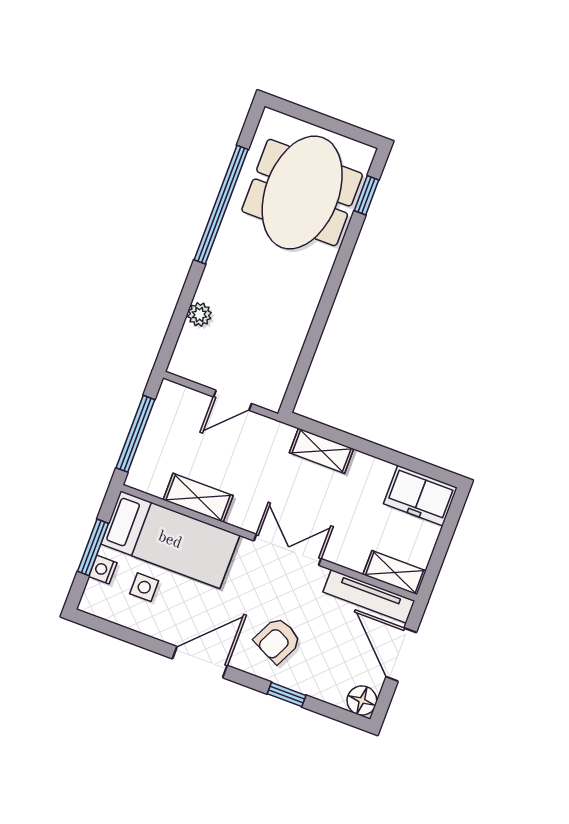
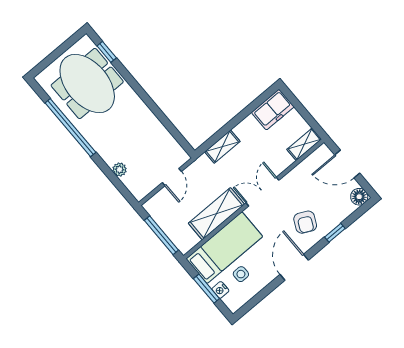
shelving: (198, 498) -> (216, 214), width x1.50, depth x1.33
tv unit: (369, 596) -> (309, 164), removed

